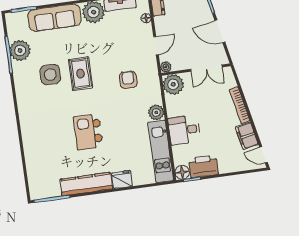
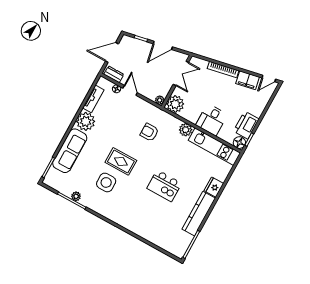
door: (156, 46) -> (130, 90), moved
plant: (20, 50) -> (76, 196), width x0.53, depth x0.53

